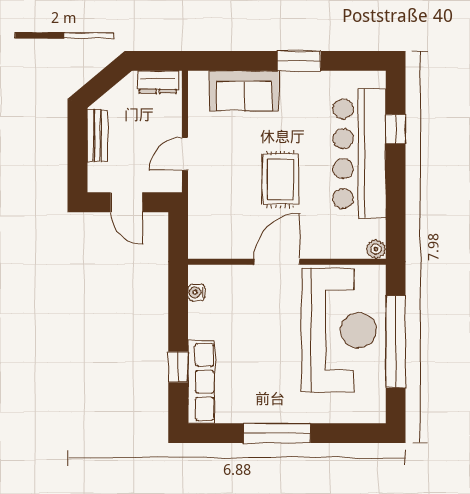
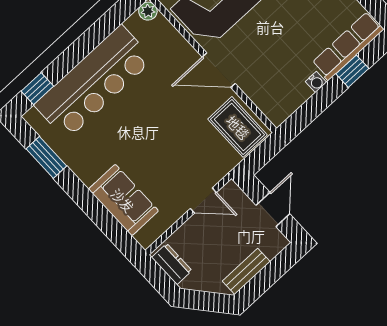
window: (299, 61) -> (46, 157), moved
window: (396, 129) -> (37, 89), moved
rug: (280, 179) -> (238, 127), moved, turned 90
water cooler: (196, 292) -> (316, 82), moved

